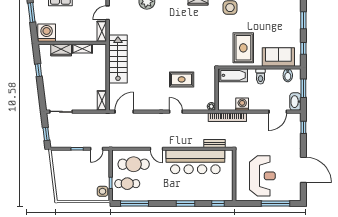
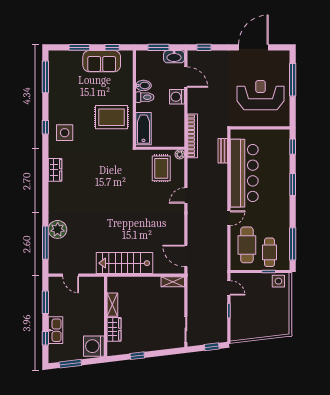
shelving: (102, 31) -> (92, 282), removed
sofa: (278, 57) -> (102, 61), moved, turned -90
bidet: (288, 75) -> (143, 85), moved
rug: (182, 79) -> (161, 168), moved
washing machine: (242, 104) -> (177, 97), moved

